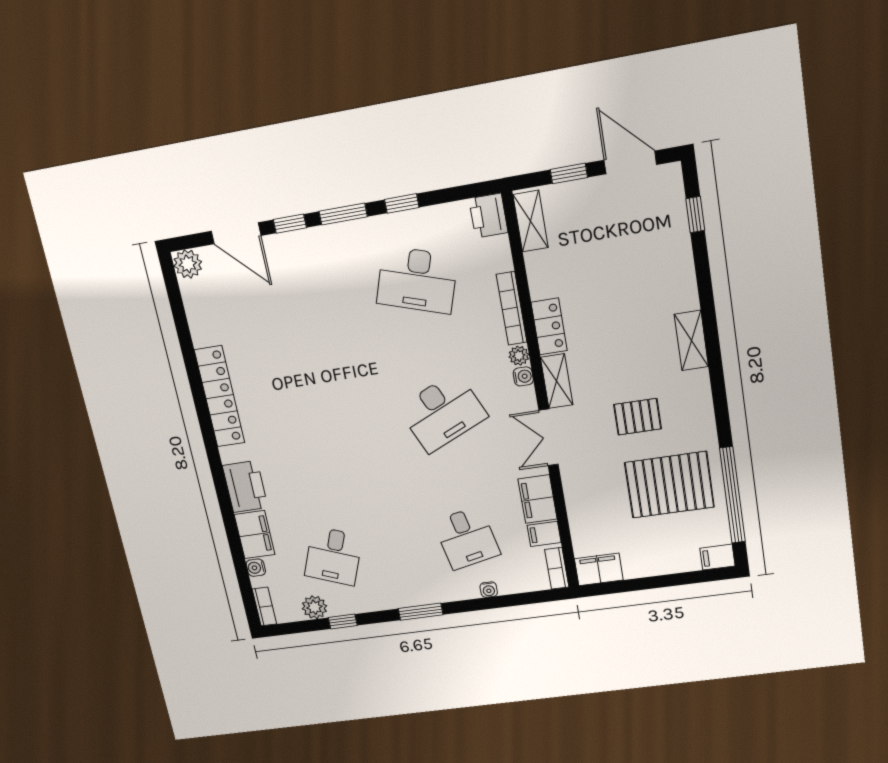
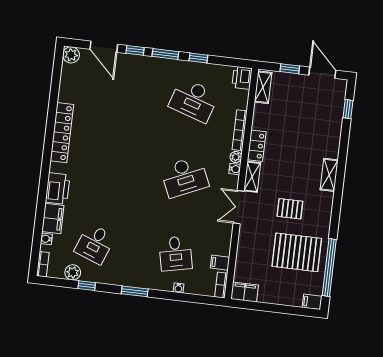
filing cabinet: (538, 499) -> (222, 241), removed

